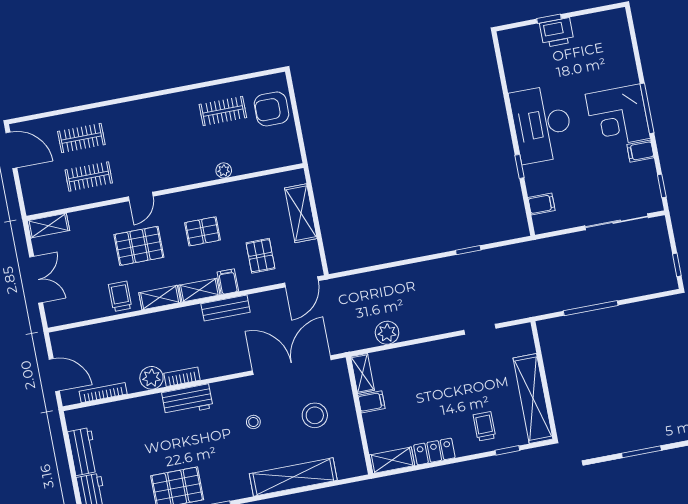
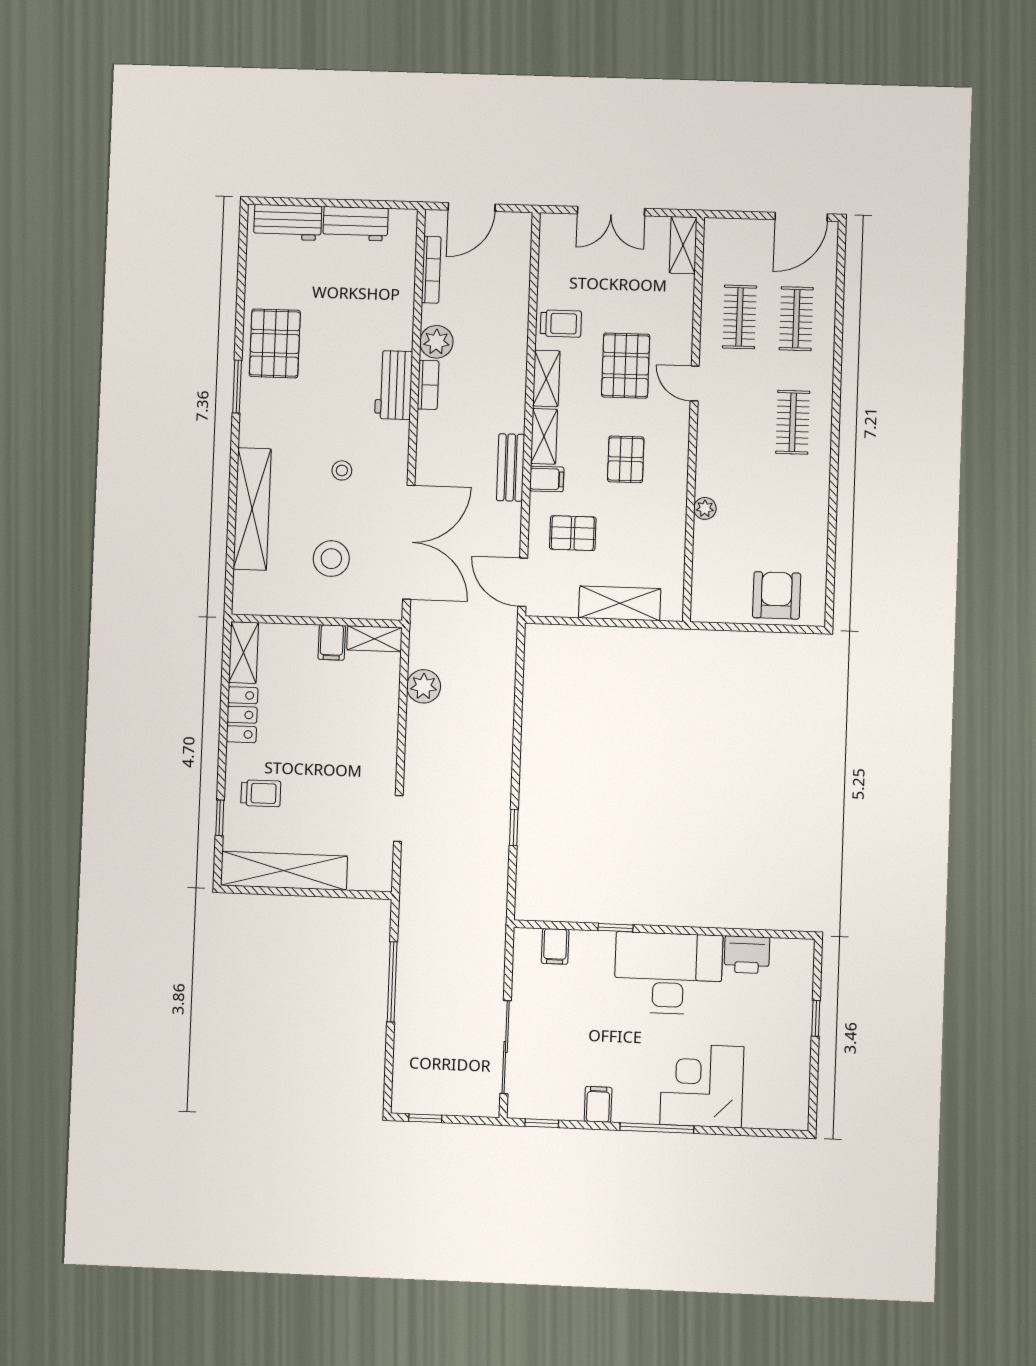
printer: (557, 33) -> (747, 955), moved, turned -90
clothes rail: (223, 111) -> (793, 422), moved
corner desk: (618, 116) -> (702, 1086), moved

